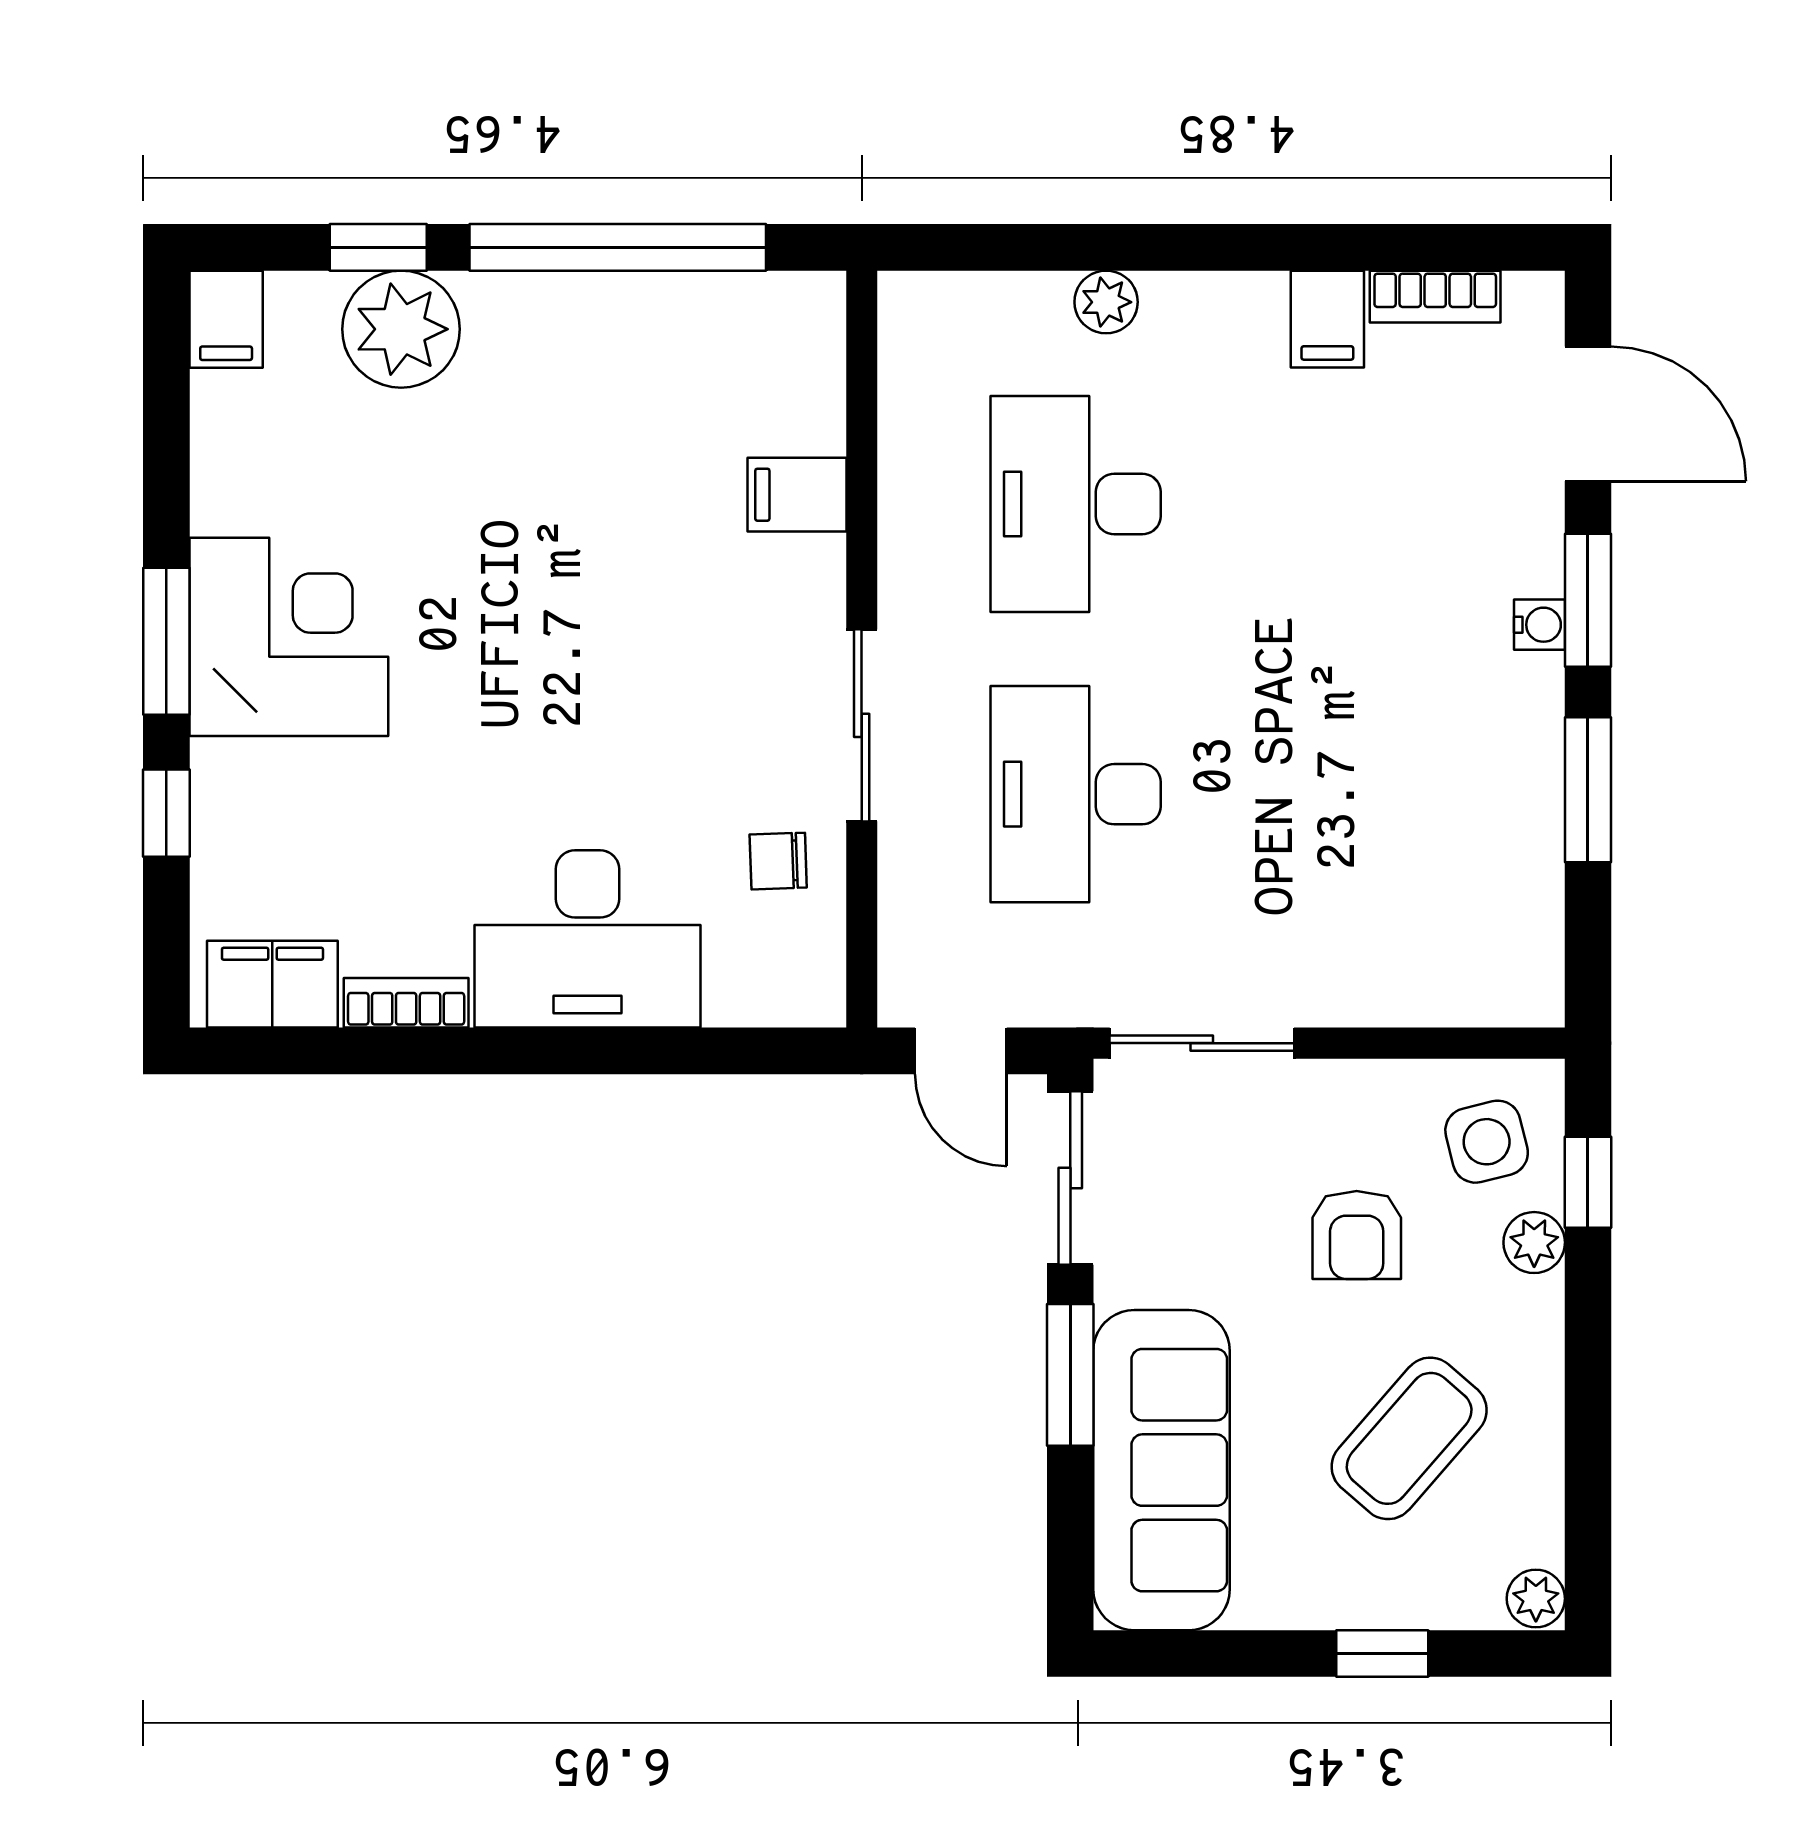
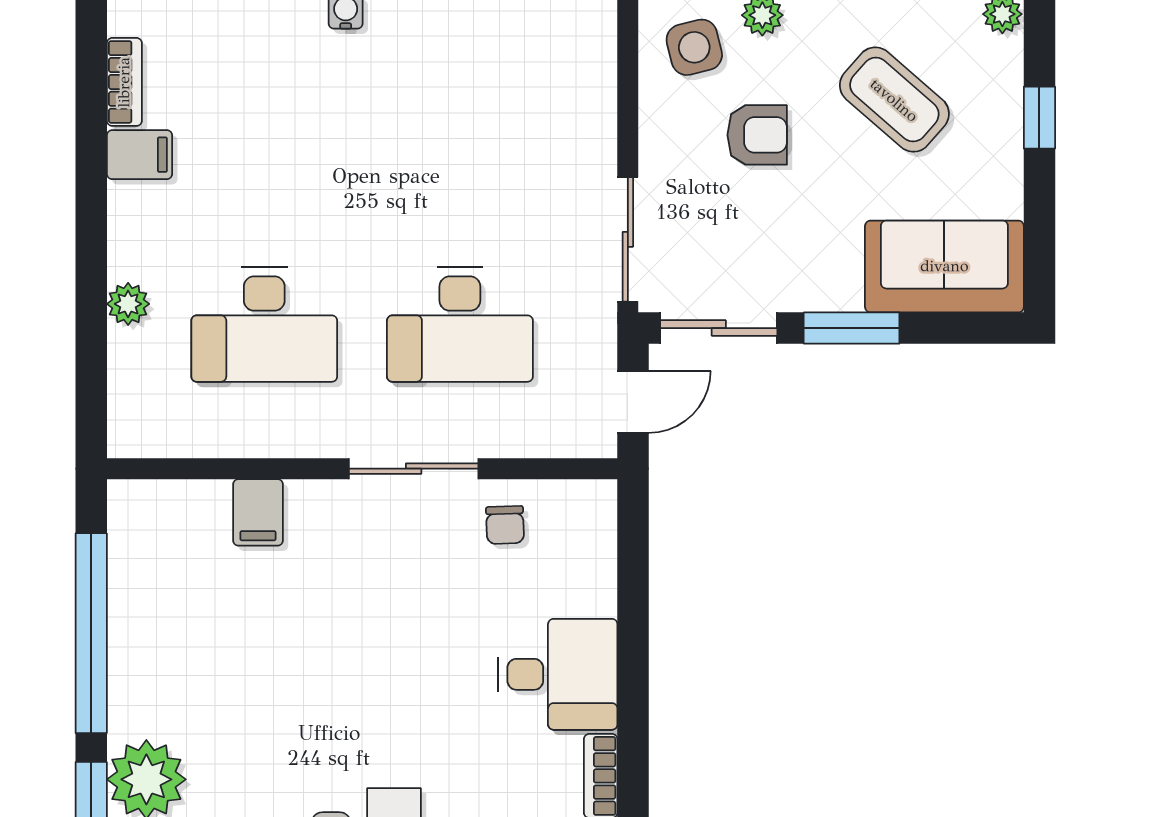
desk: (588, 939) -> (558, 674), width x0.73
sofa: (1162, 1470) -> (944, 266), width x0.73

